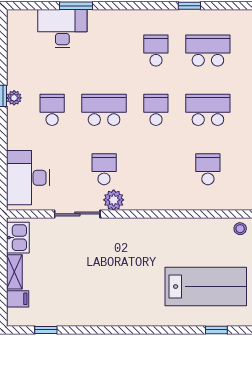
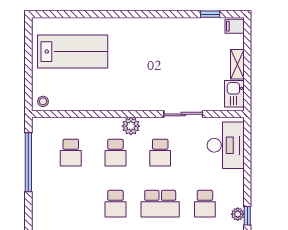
school desk: (208, 110) -> (115, 153), moved, width x0.54
plant: (114, 200) -> (131, 126), moved
lab bench: (206, 287) -> (73, 52), turned 180
filing cabinet: (18, 299) -> (235, 26), moved
window: (216, 330) -> (63, 14), removed

